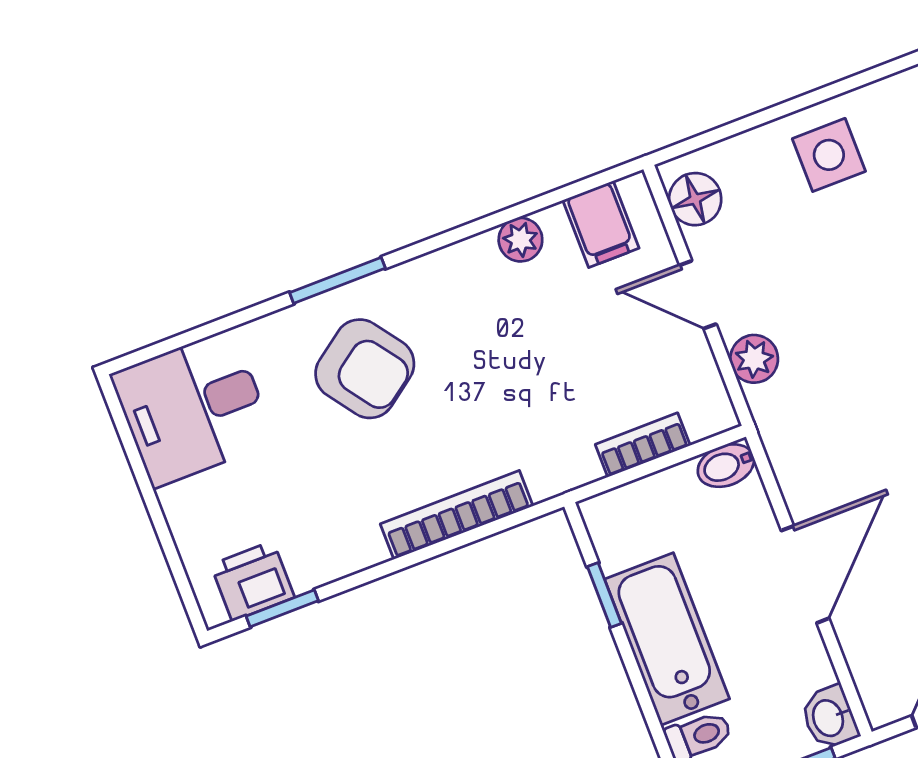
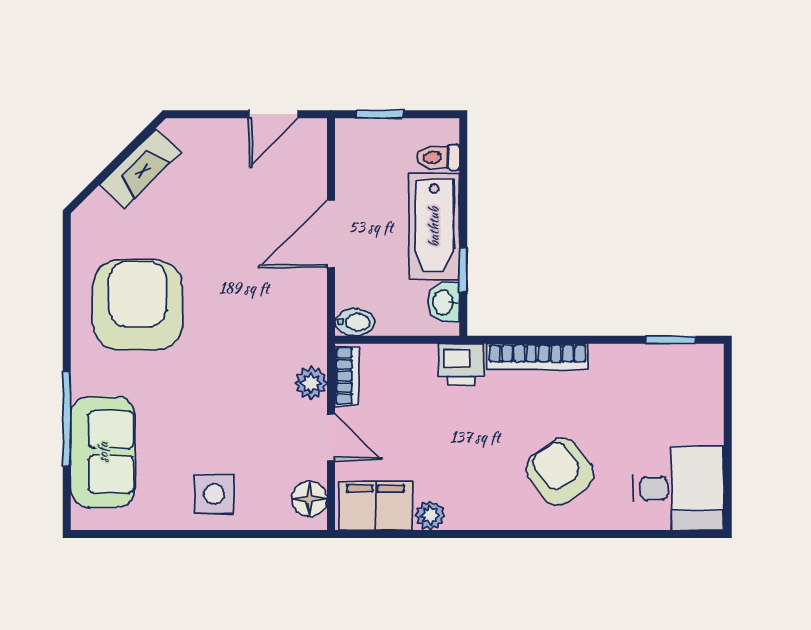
filing cabinet: (601, 224) -> (375, 506), width x2.00
window: (337, 280) -> (556, 534), removed
bookcase: (643, 445) -> (347, 376), moved, turned -90
printer: (253, 581) -> (461, 364), moved
washbasin: (829, 718) -> (444, 302), moved, turned 180

